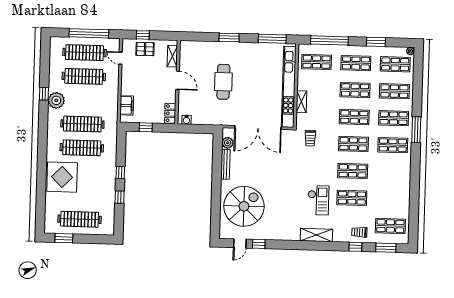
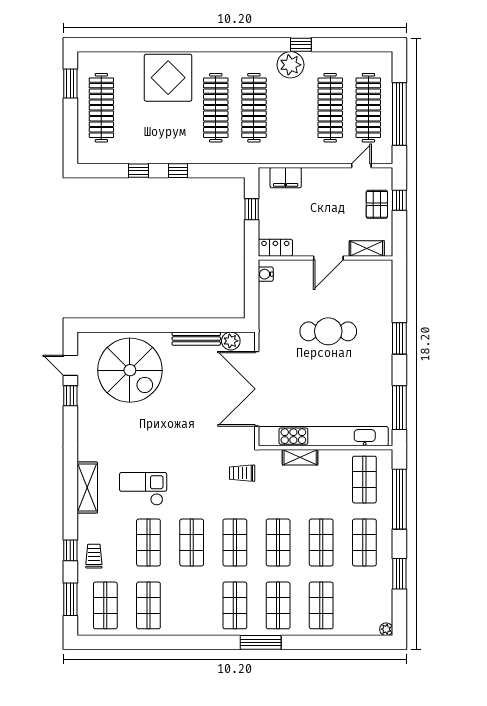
shop shelf: (395, 64) -> (148, 605), moved
checkout: (318, 200) -> (143, 489), turned 180

